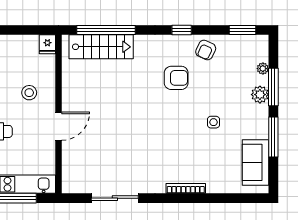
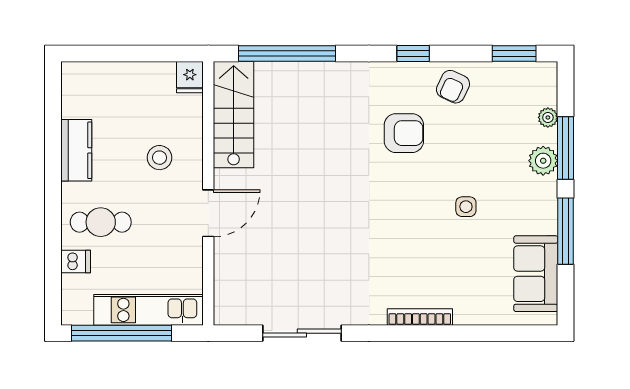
stairs: (101, 47) -> (234, 115), moved, turned -90

